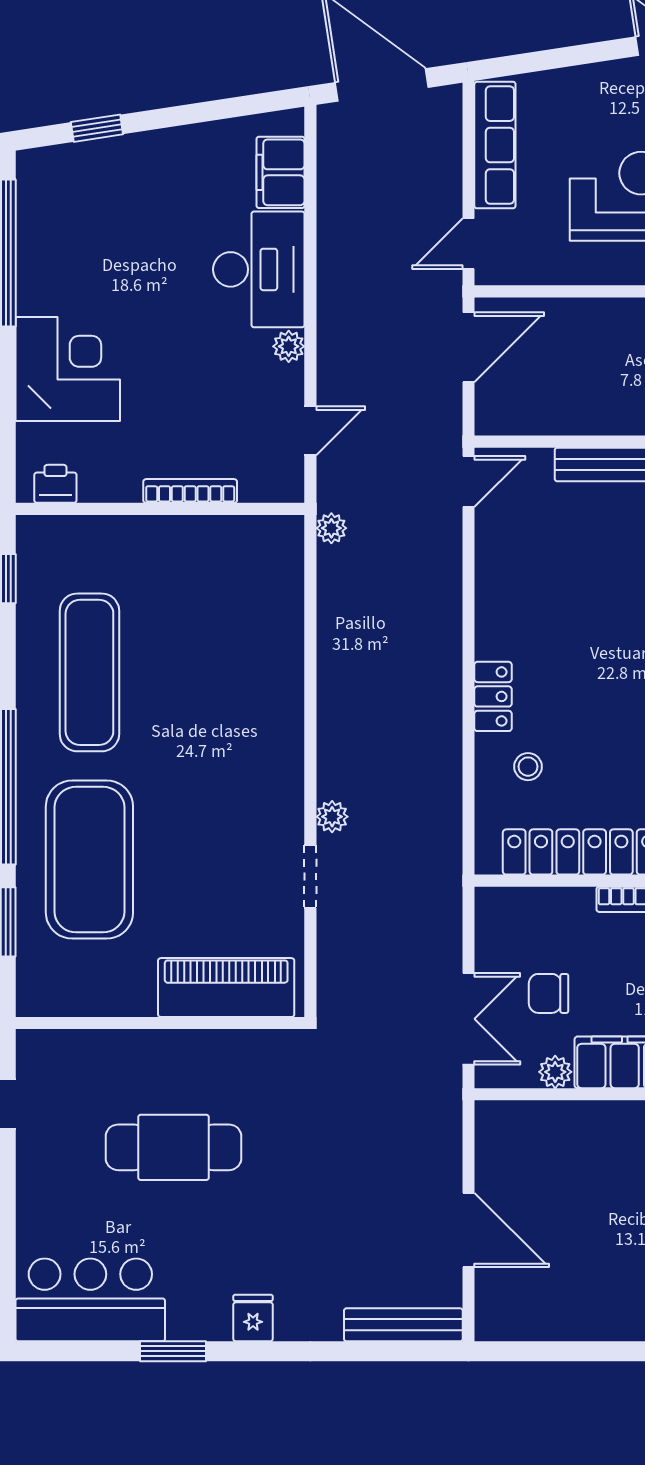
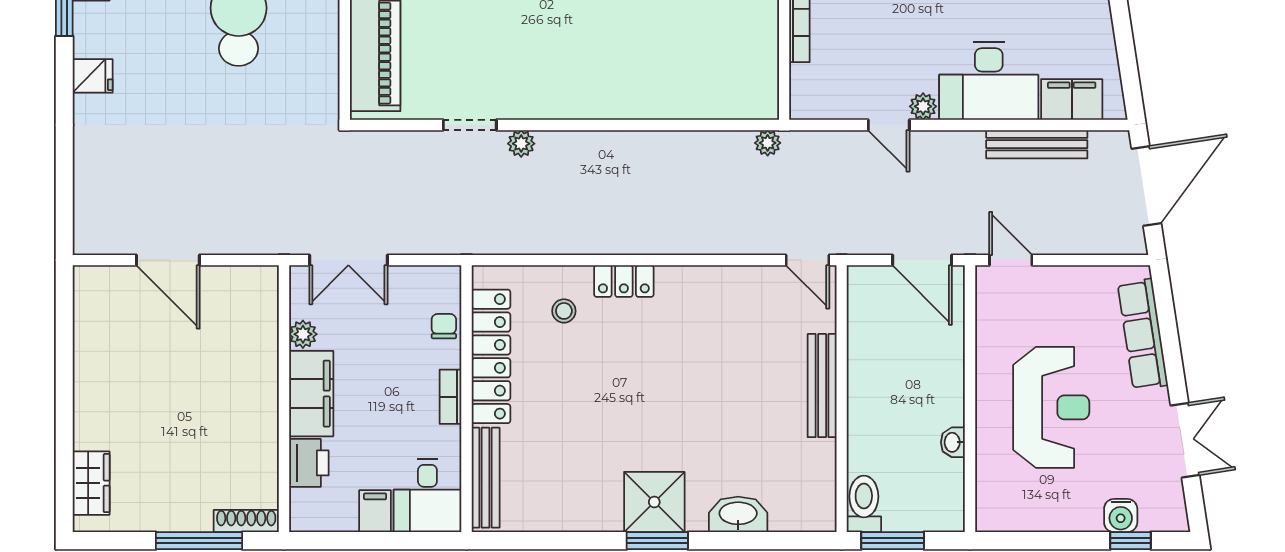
row of seats: (495, 145) -> (1143, 334), moved, turned 81
door: (310, 431) -> (889, 125), moved
chair: (549, 993) -> (444, 326), moved, width x0.73, depth x0.73
door: (469, 1230) -> (168, 260), hinge flipped
bench: (403, 1325) -> (1037, 144), moved, turned 90

